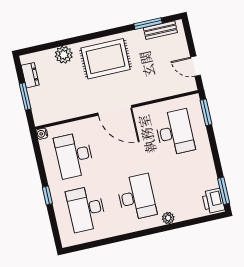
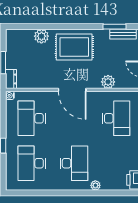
dresser: (30, 75) -> (11, 79), moved
plant: (155, 91) -> (108, 82), added

